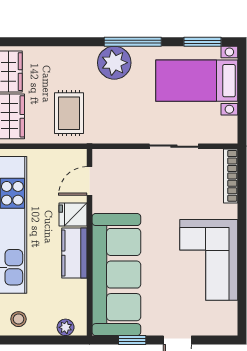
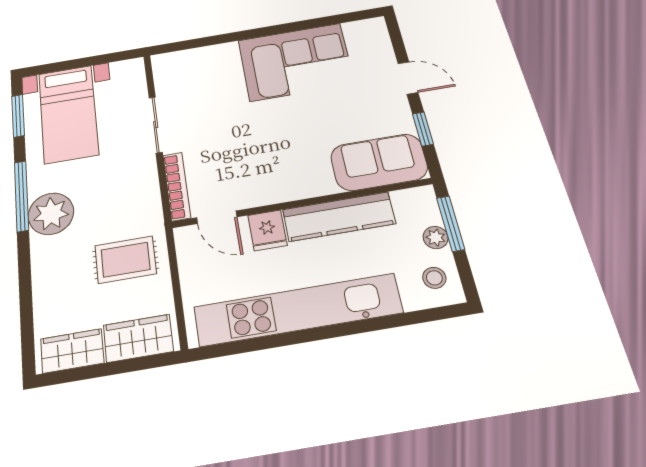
bookcase: (231, 176) -> (177, 186), moved, turned -90
kitchen counter: (74, 253) -> (339, 217), width x1.50
sofa: (116, 275) -> (379, 162), width x0.54, depth x0.79
plant: (66, 327) -> (436, 237), moved
window: (55, 340) -> (451, 223), added

